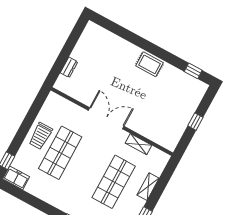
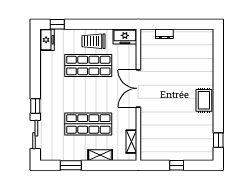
freezer: (52, 105) -> (125, 37), added
double door: (106, 118) -> (138, 88), swing flipped
shelving: (138, 144) -> (131, 142), moved

